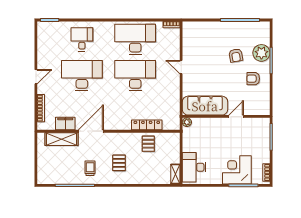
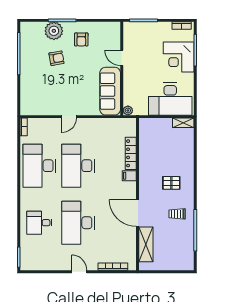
filing cabinet: (65, 124) -> (129, 176), moved, width x0.50
pallet: (148, 144) -> (151, 152), removed
desk: (194, 167) -> (170, 99), width x1.36, depth x1.30

